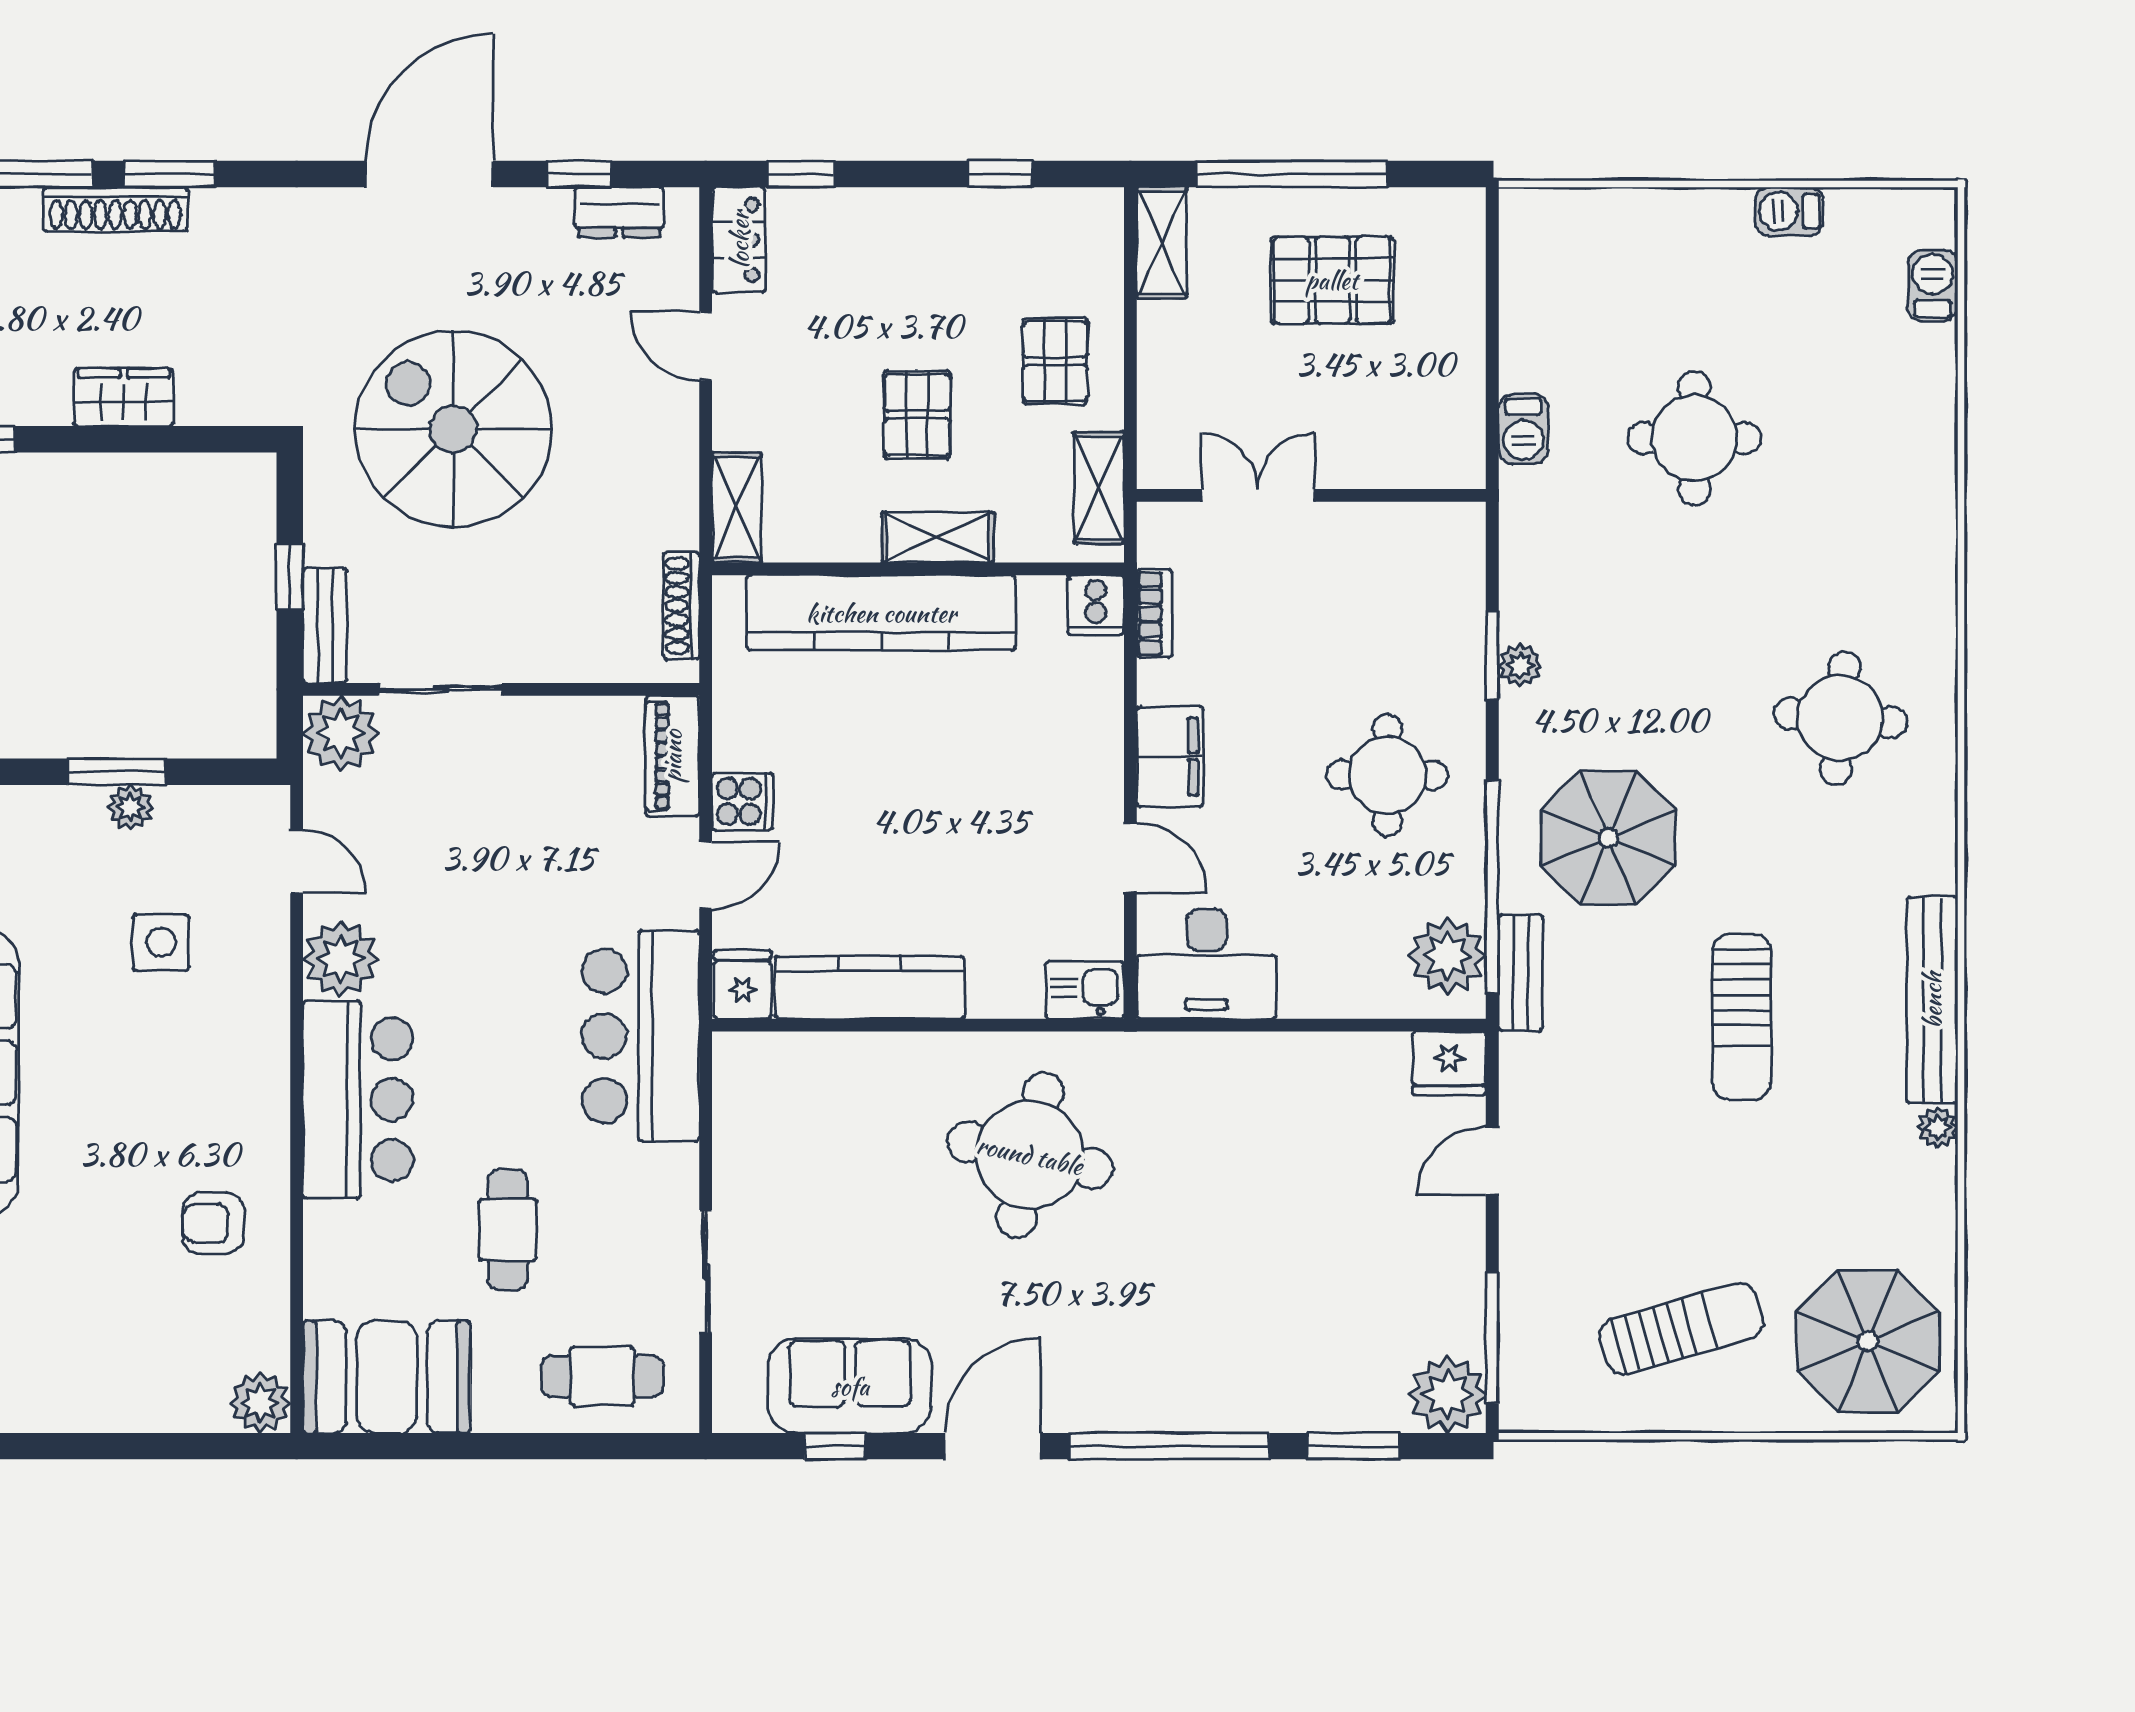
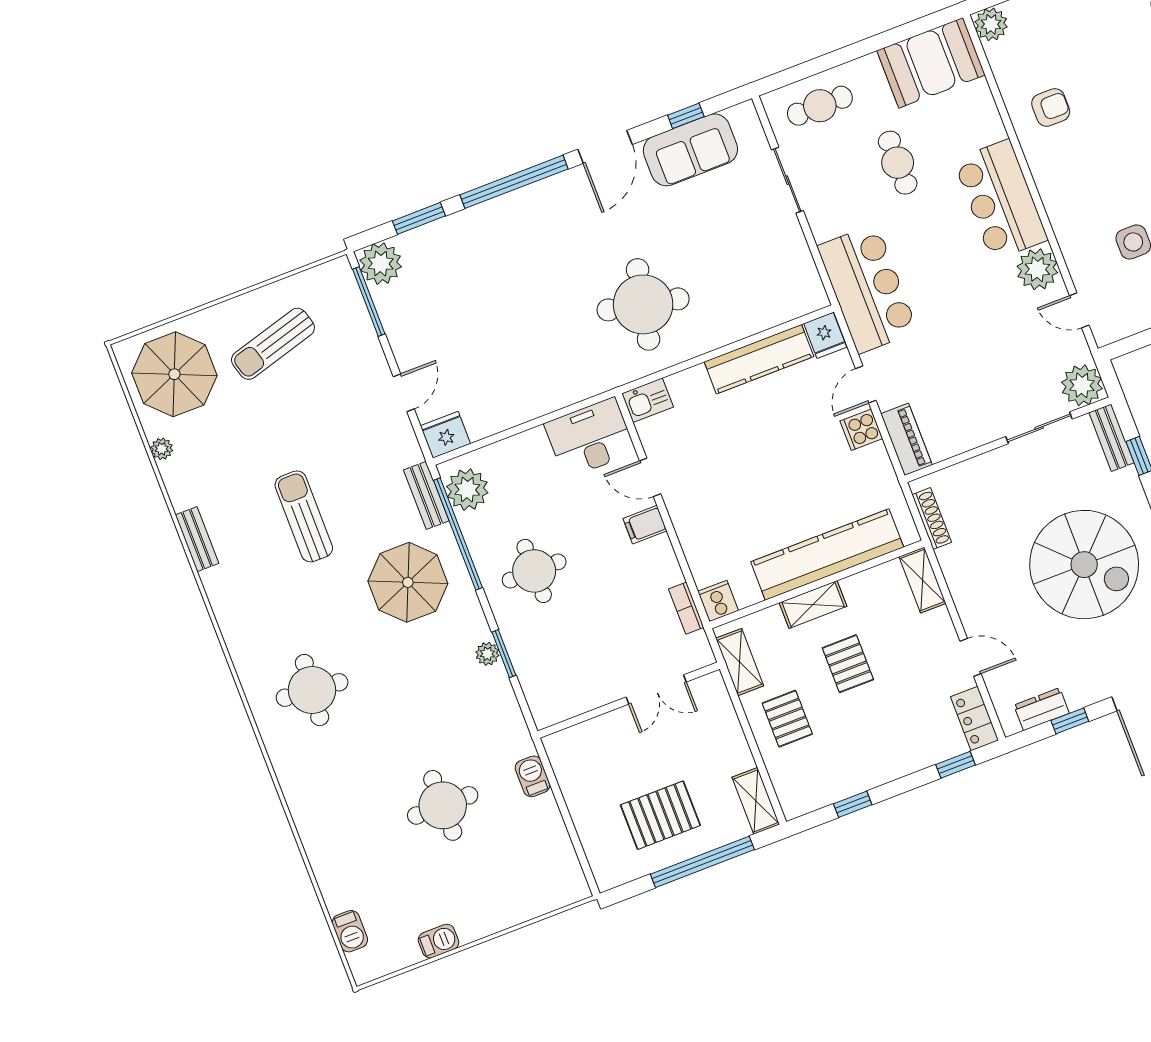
filing cabinet: (1170, 757) -> (645, 525), width x0.50
bench: (1932, 1000) -> (197, 539), width x0.54, depth x0.82
plant: (1938, 1127) -> (162, 449), moved

